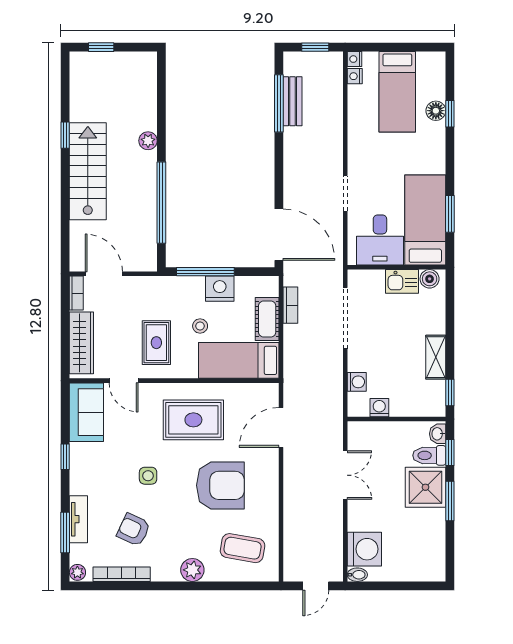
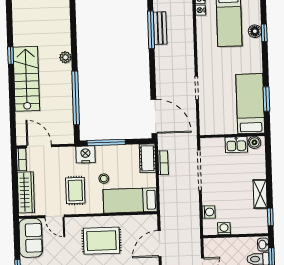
desk: (380, 240) -> (221, 118), removed
nightstand: (220, 289) -> (85, 154), moved
cot: (267, 319) -> (148, 158), moved

